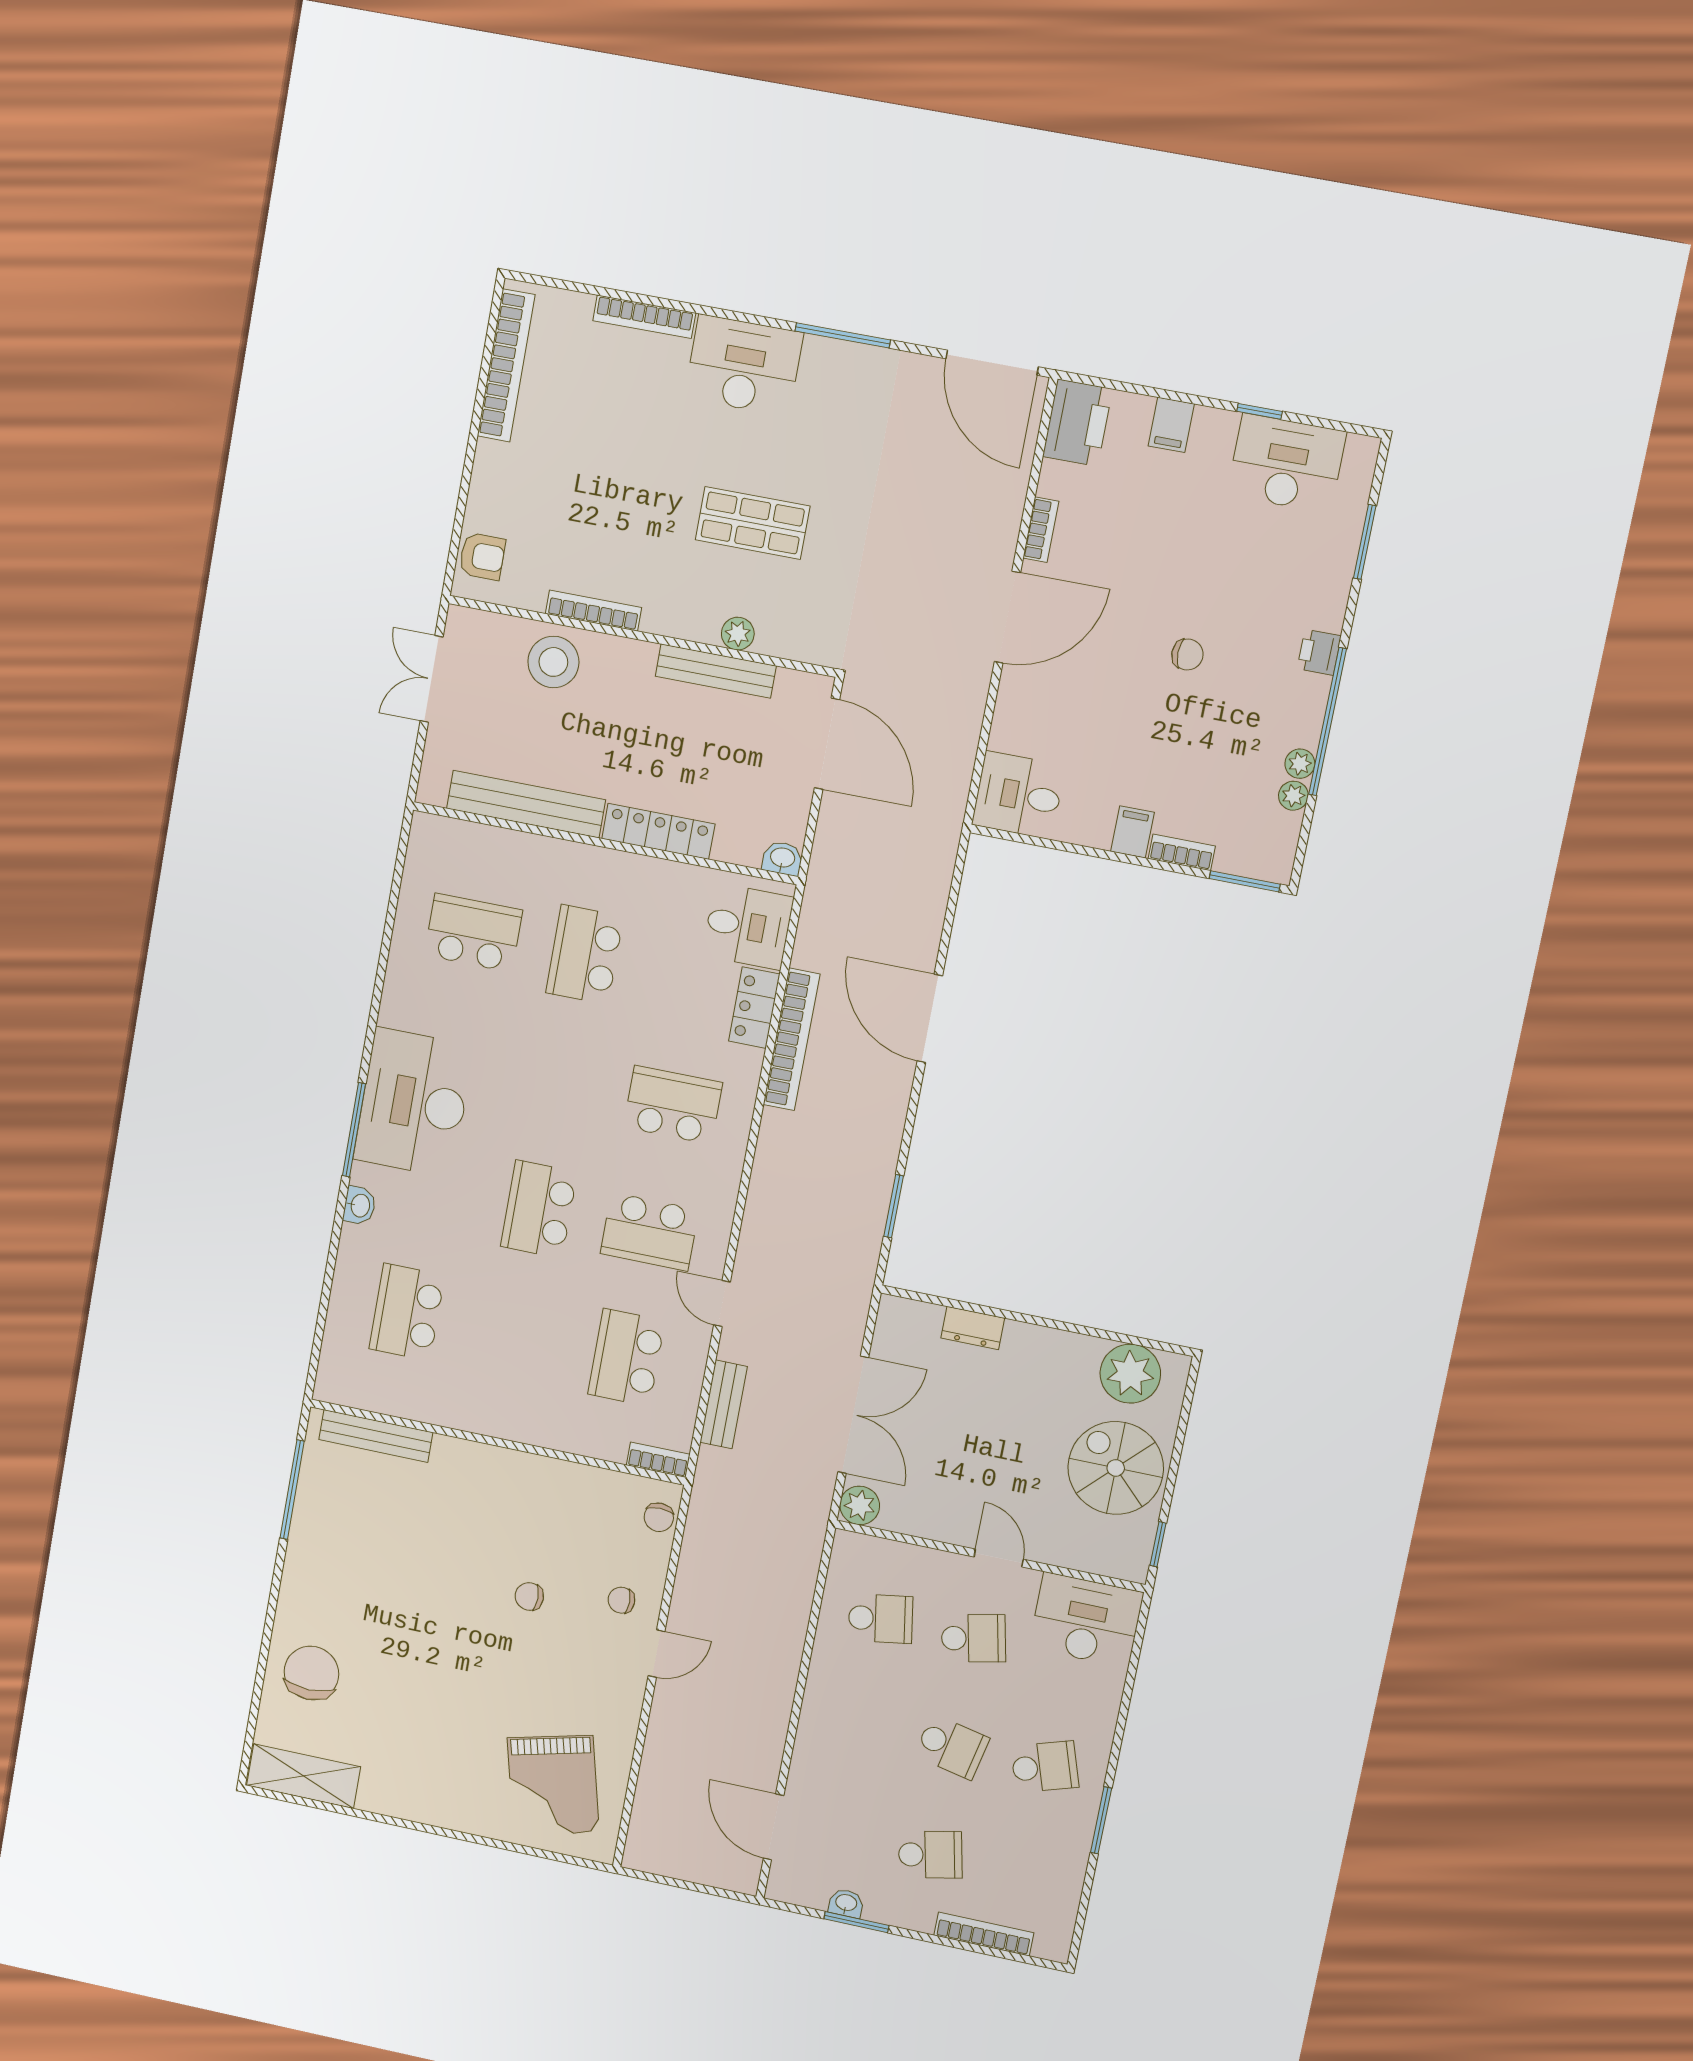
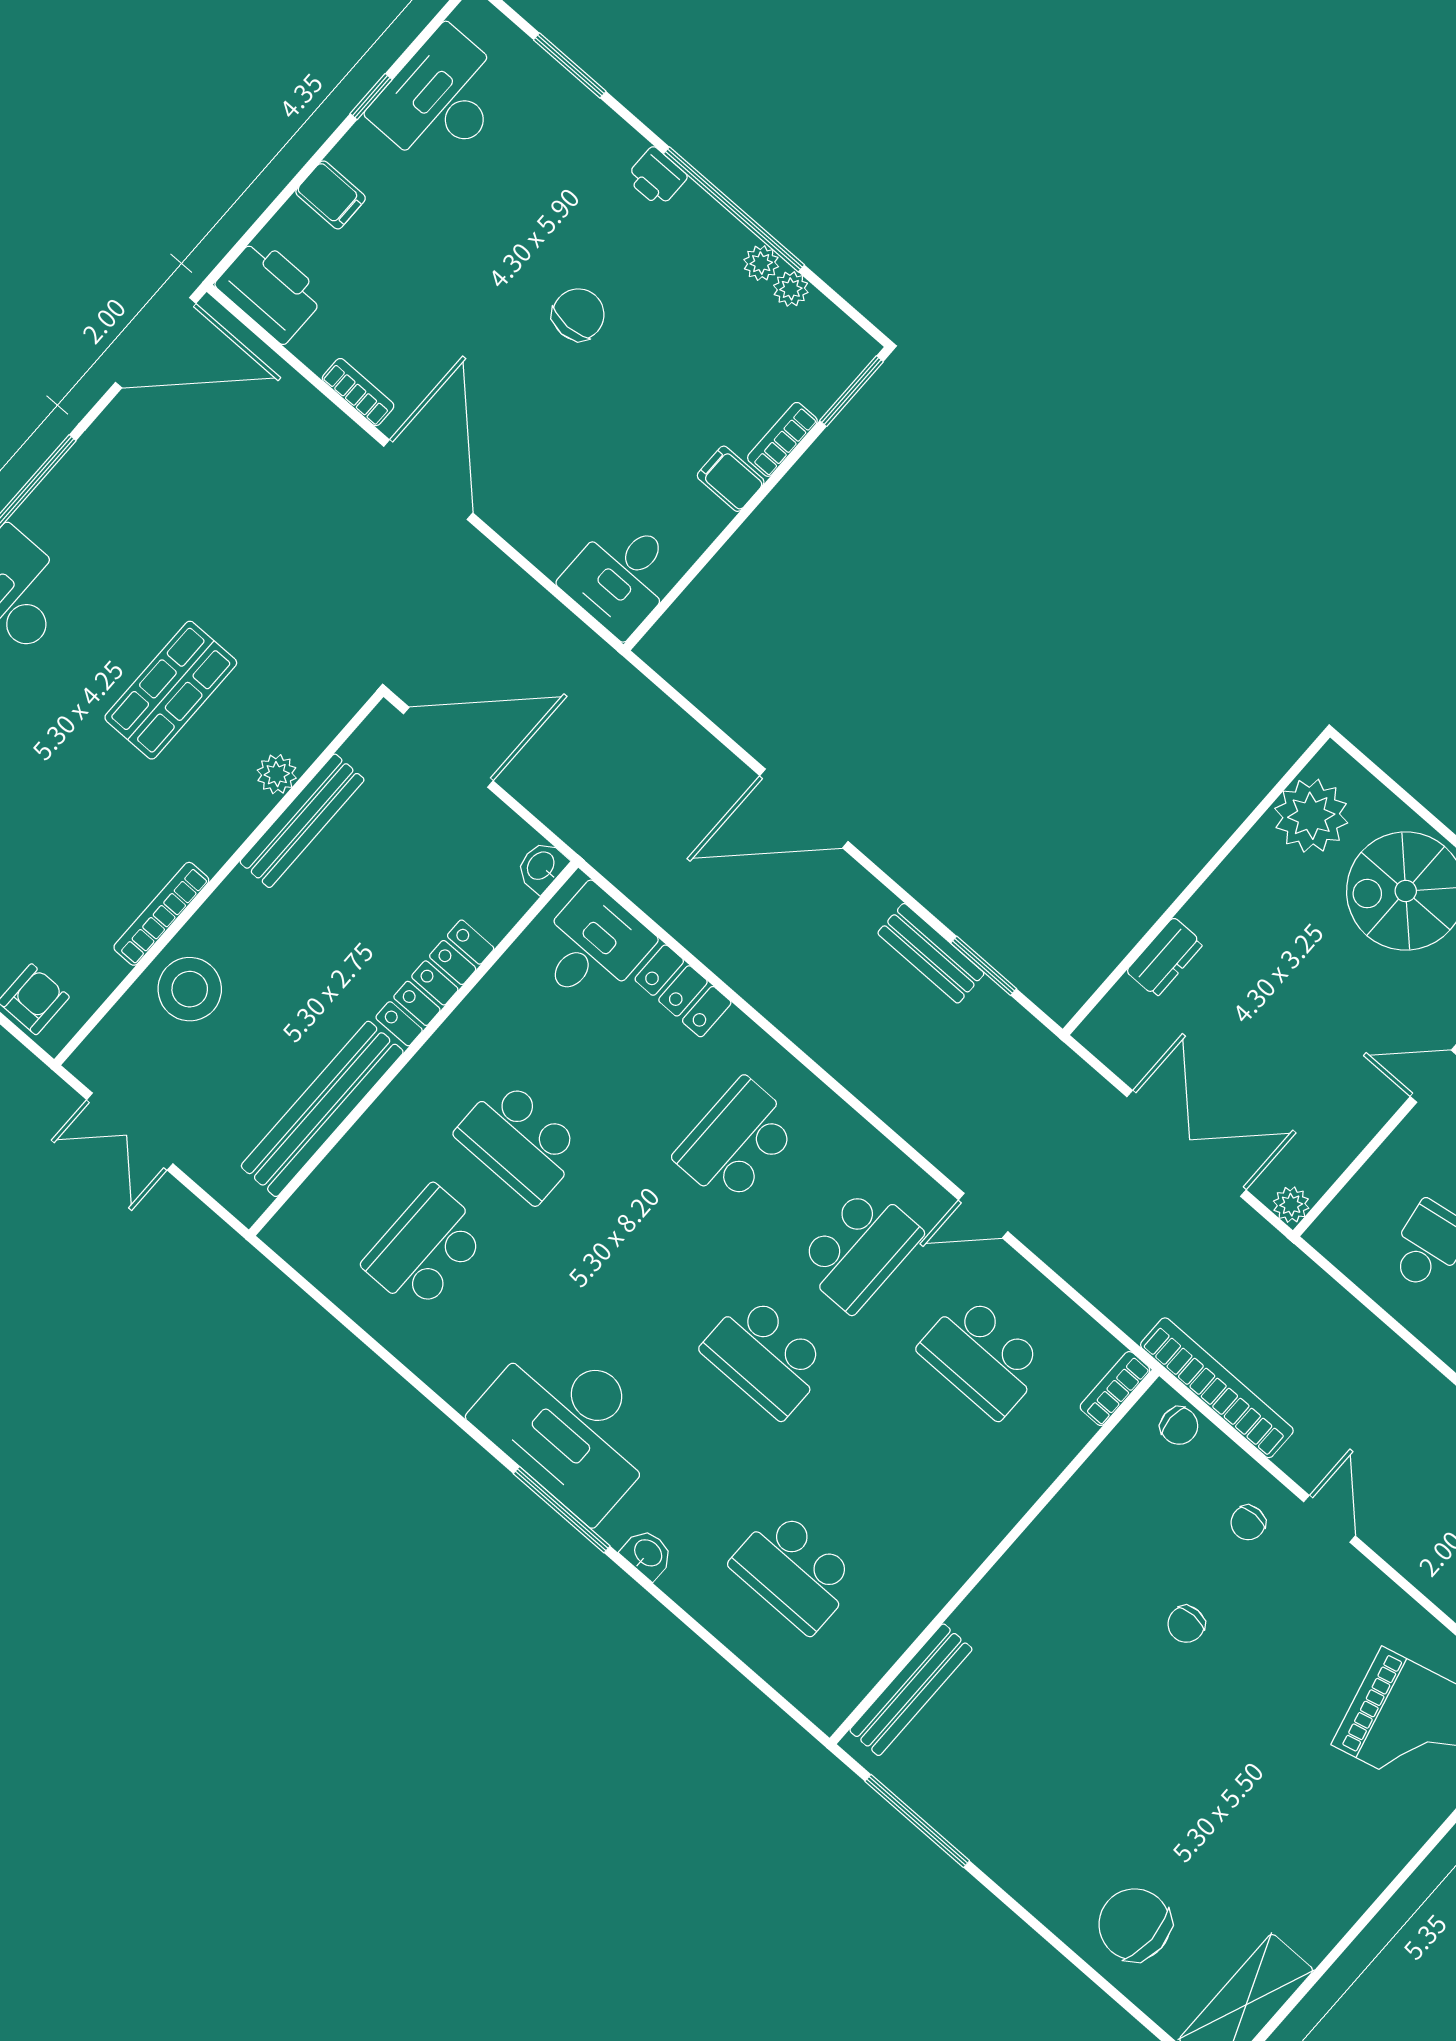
chair: (1187, 654) -> (578, 314), width x1.37, depth x1.37
bookcase: (792, 1039) -> (1217, 1388), moved
bench: (724, 1404) -> (931, 953), moved
plant: (860, 1505) -> (1291, 1205), width x0.73, depth x0.73

